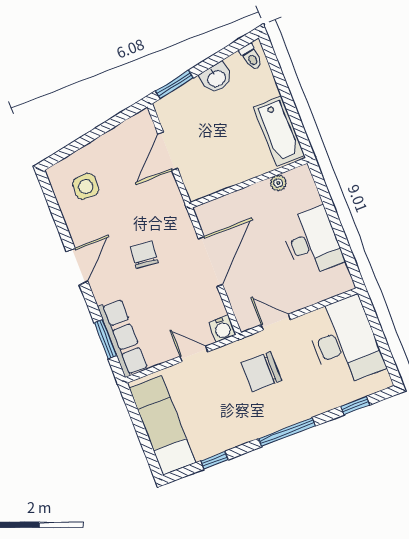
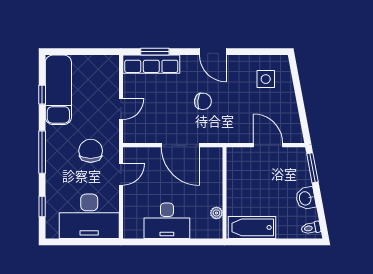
water cooler: (222, 329) -> (131, 135), removed
exam couch: (162, 425) -> (58, 90), moved, turned -90

